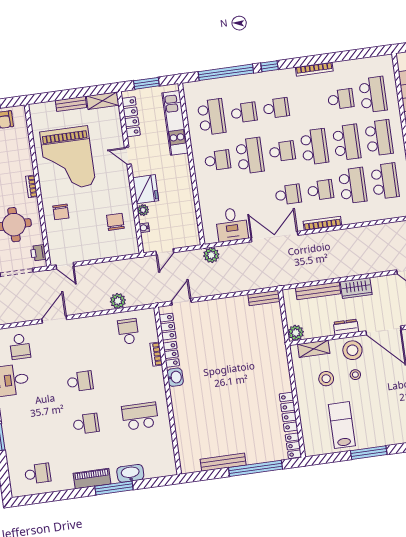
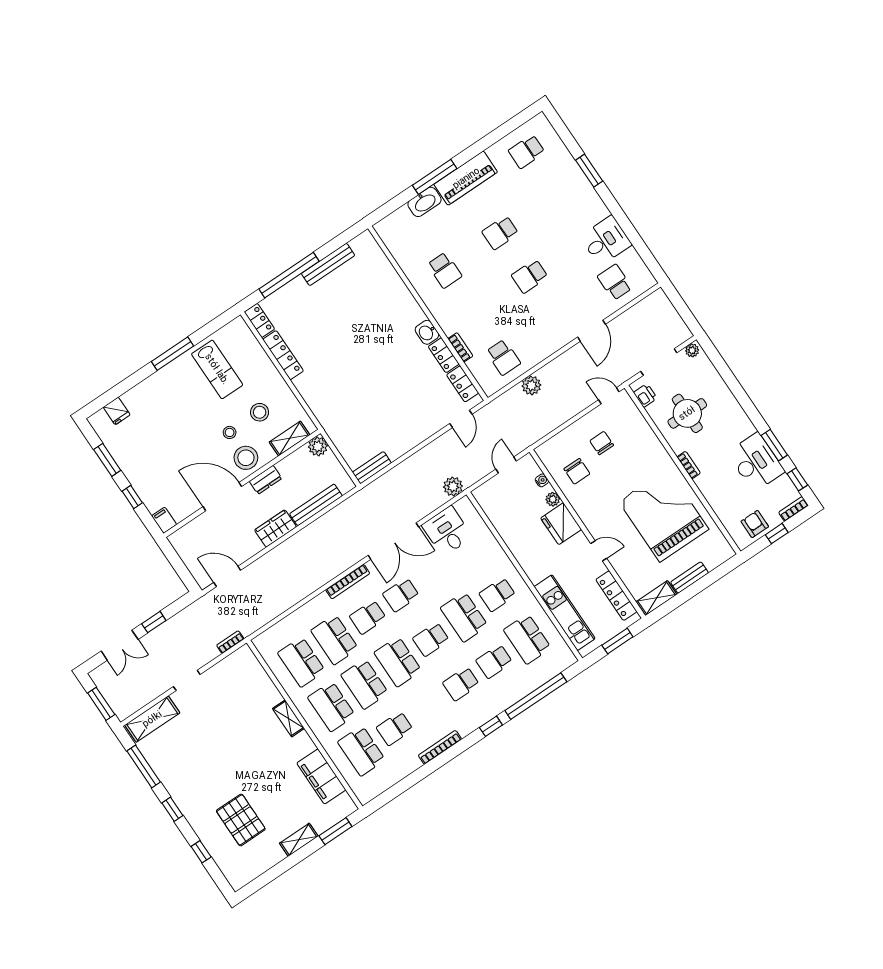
chair: (61, 212) -> (602, 443), moved
school desk: (140, 416) -> (445, 270), width x0.54
piano: (92, 479) -> (466, 178), width x1.37, depth x1.33

